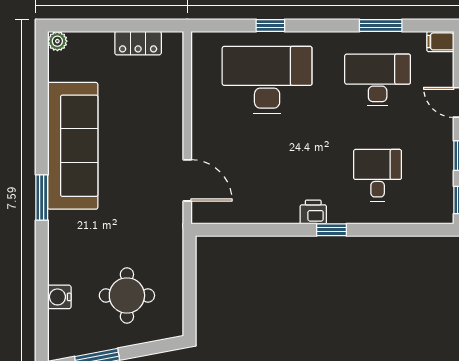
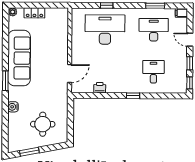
locker: (138, 43) -> (34, 13), moved
door: (187, 180) -> (70, 74), hinge flipped
printer: (313, 212) -> (100, 88), moved
water cooler: (59, 297) -> (13, 107), moved

